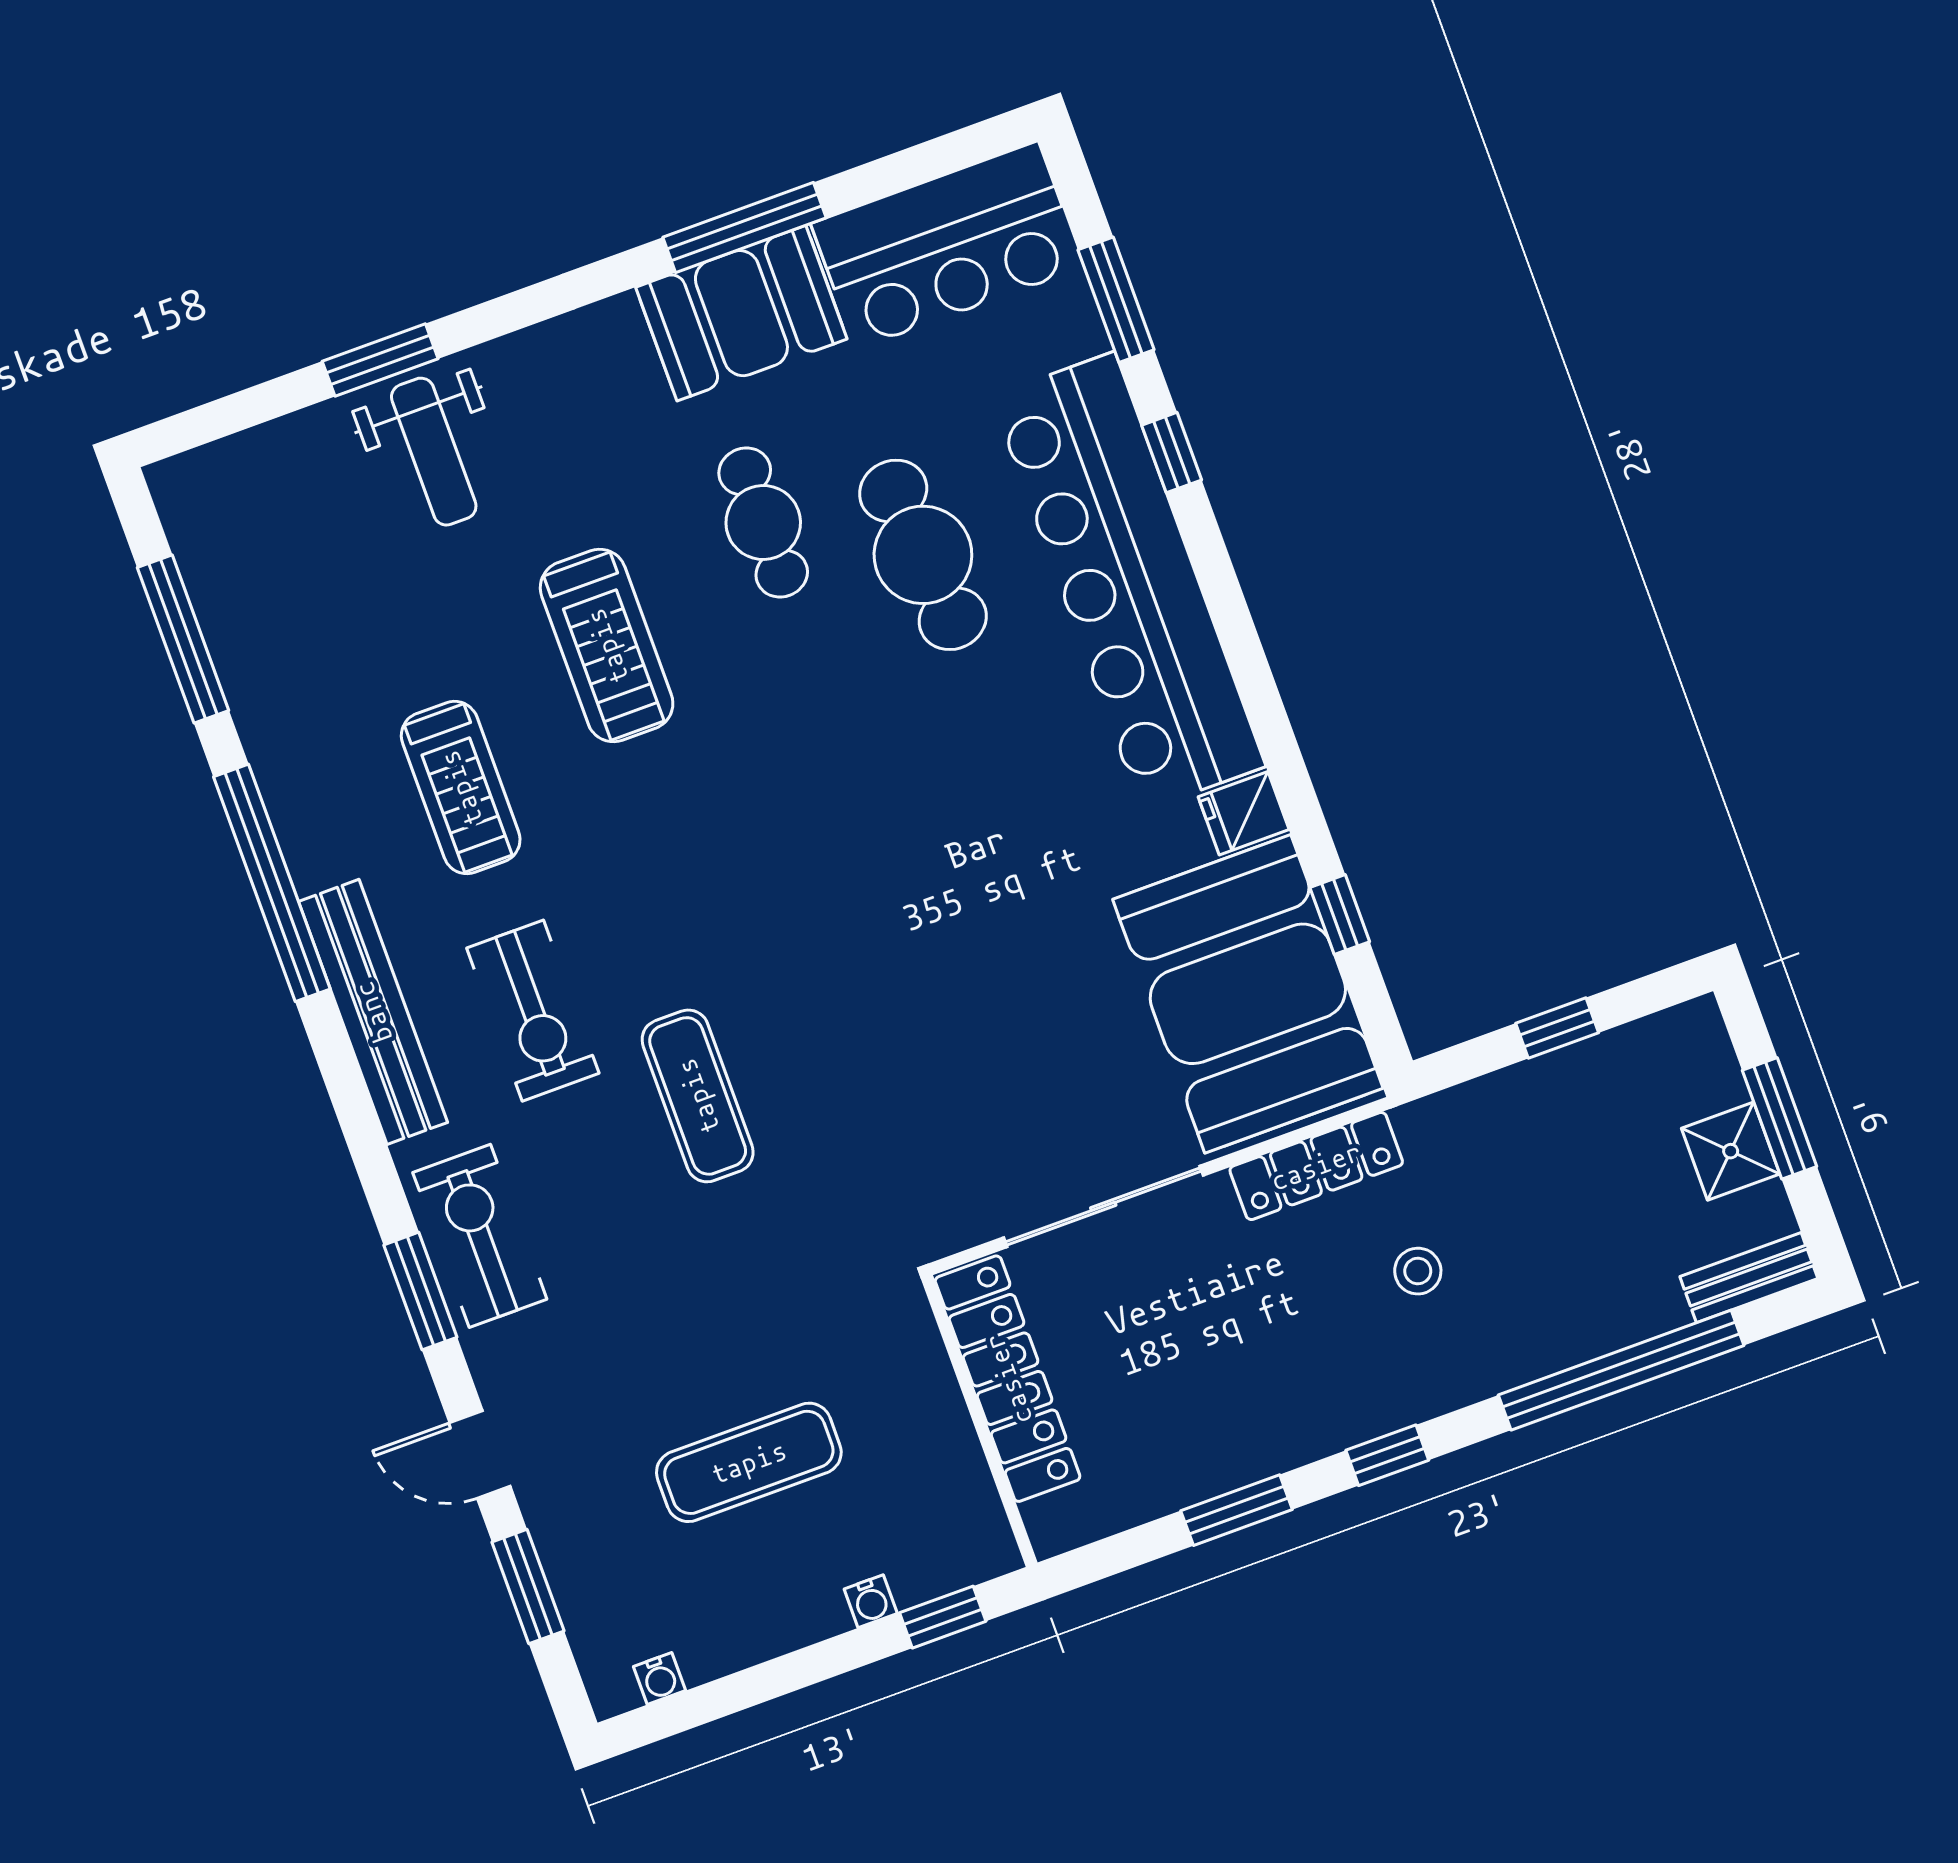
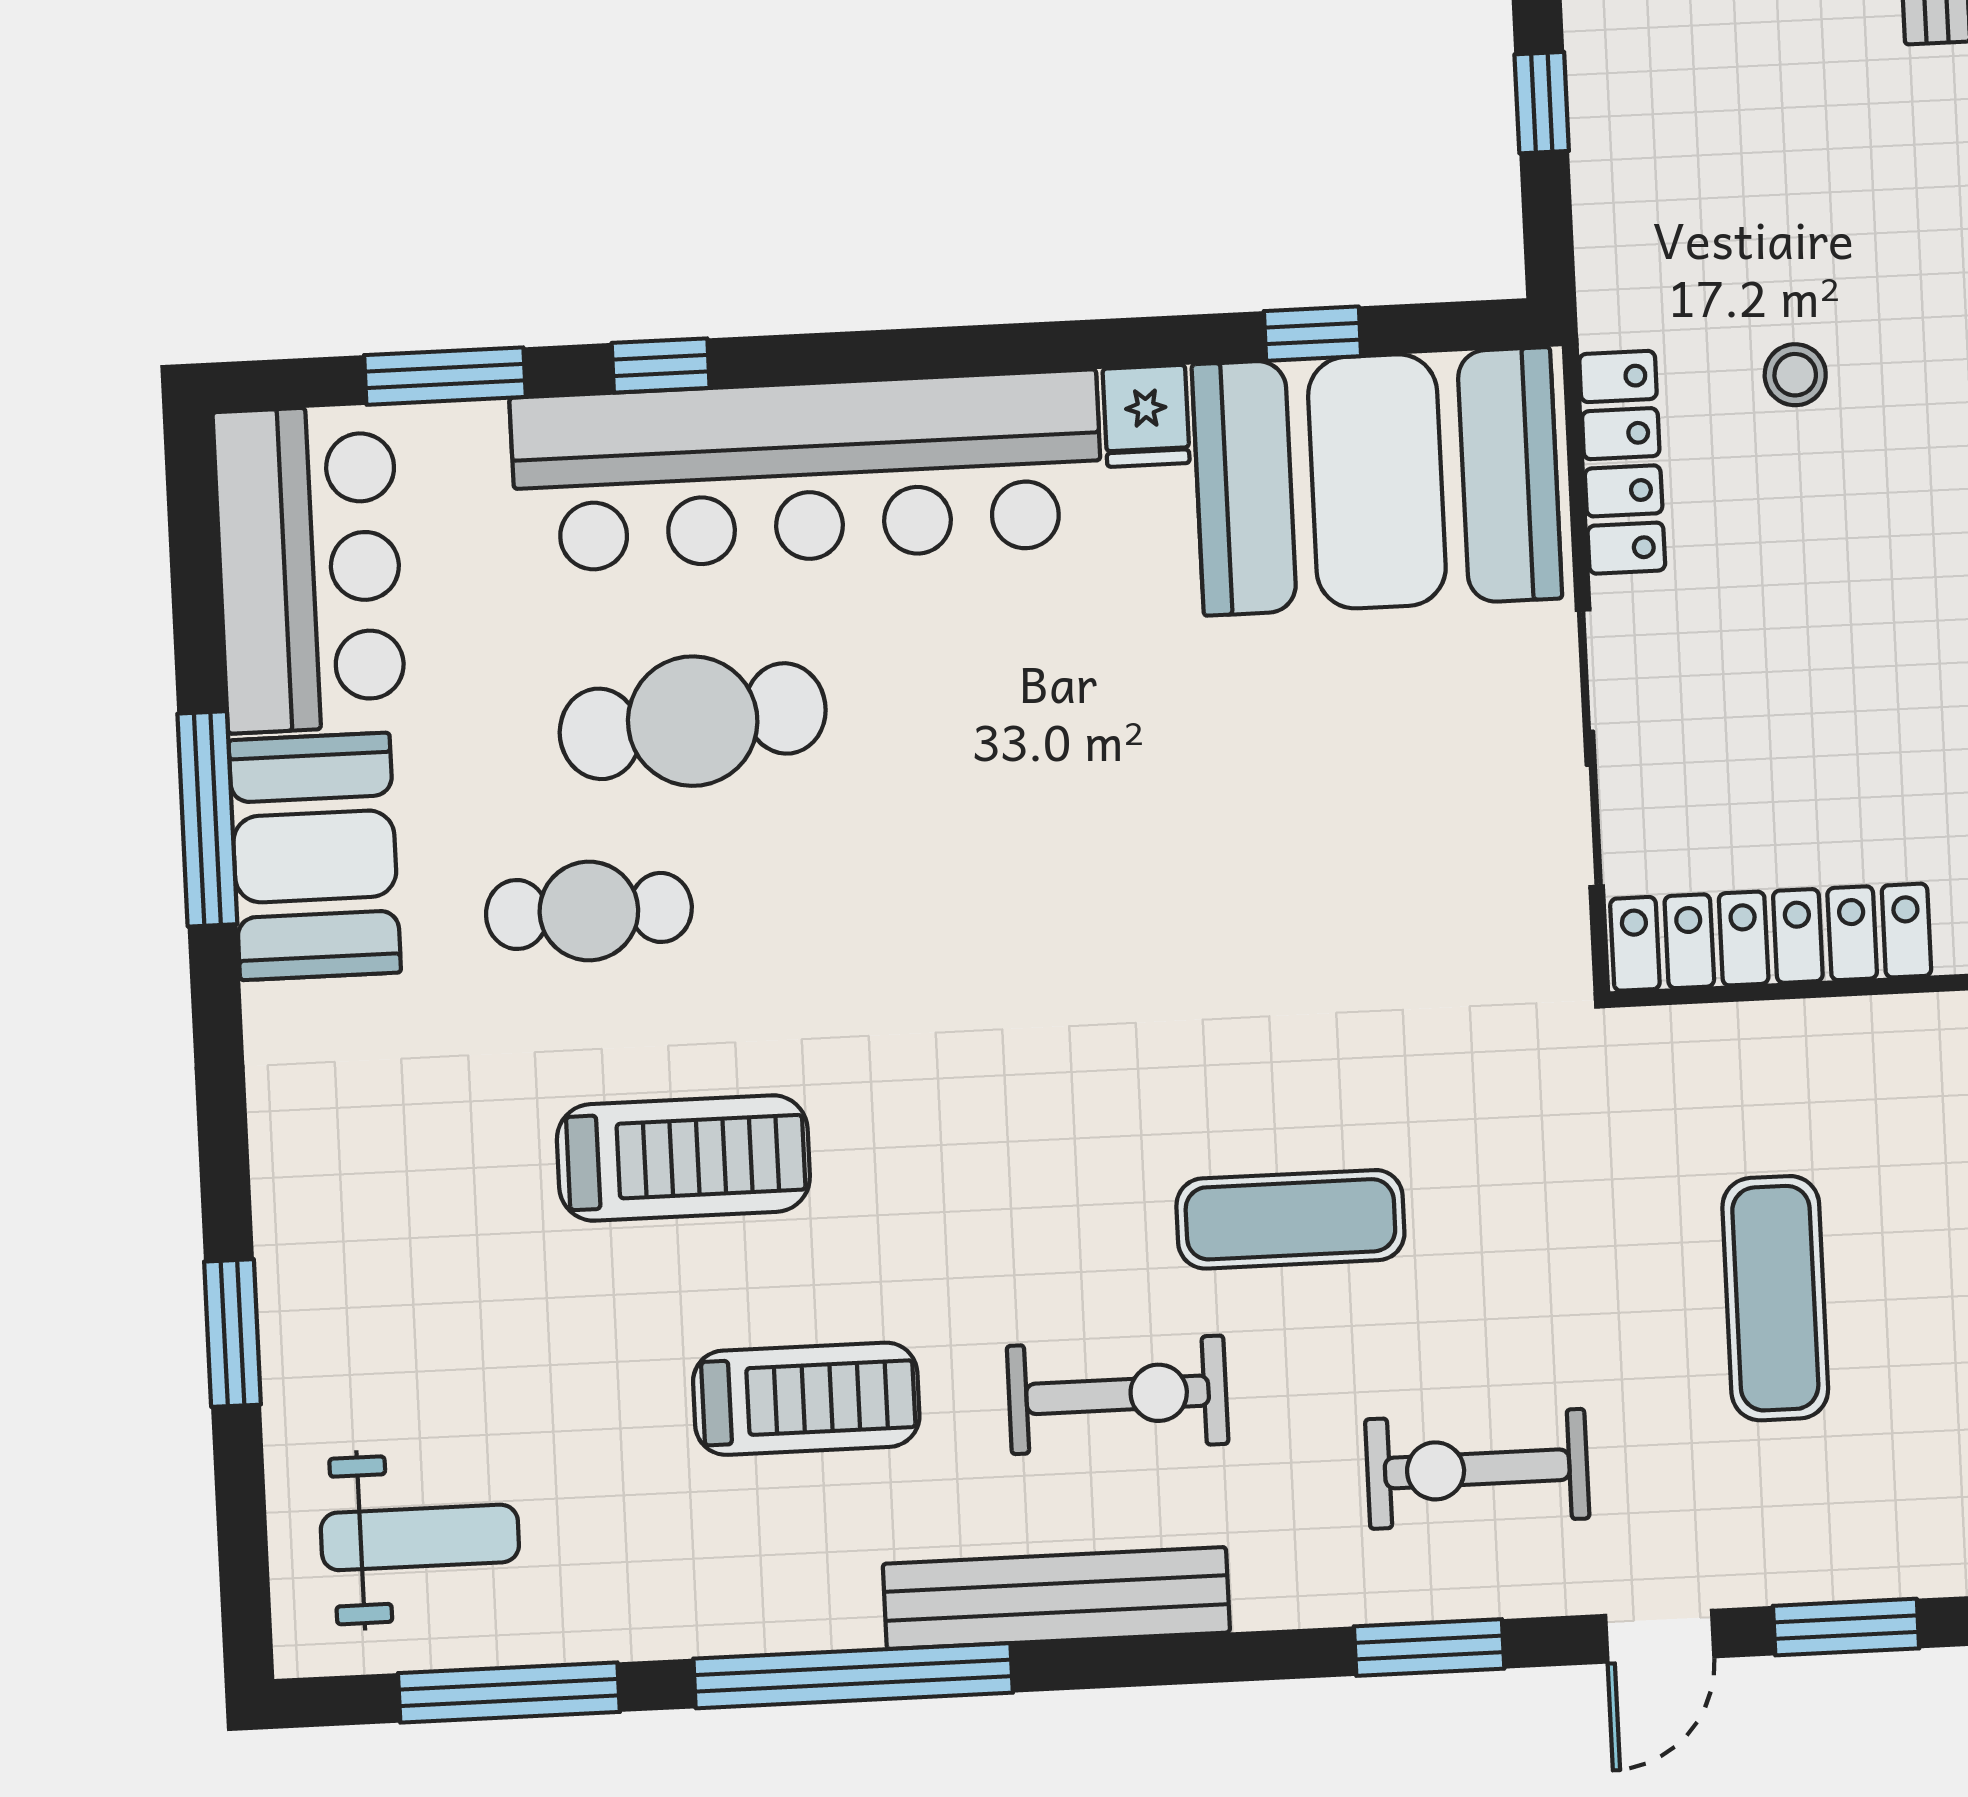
weight bench: (434, 452) -> (420, 1537), moved
exercise bike: (480, 1236) -> (1477, 1469), moved

